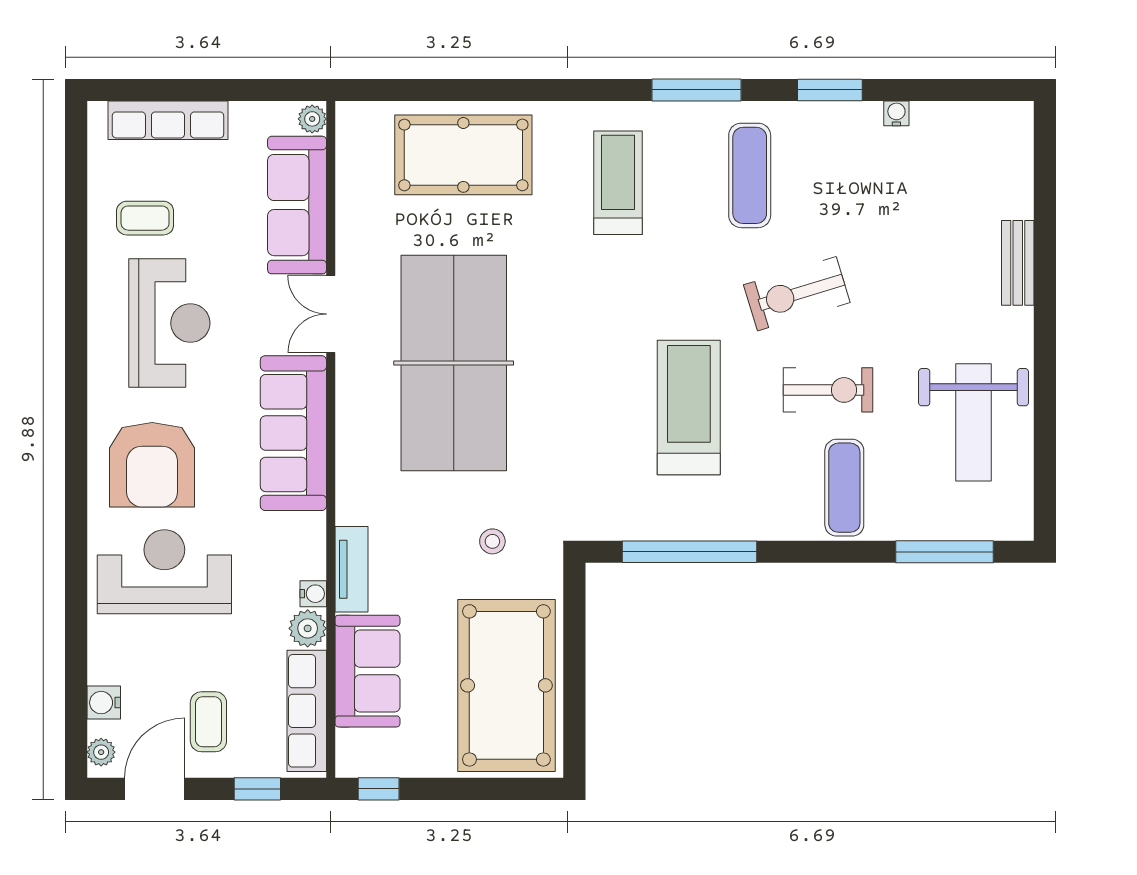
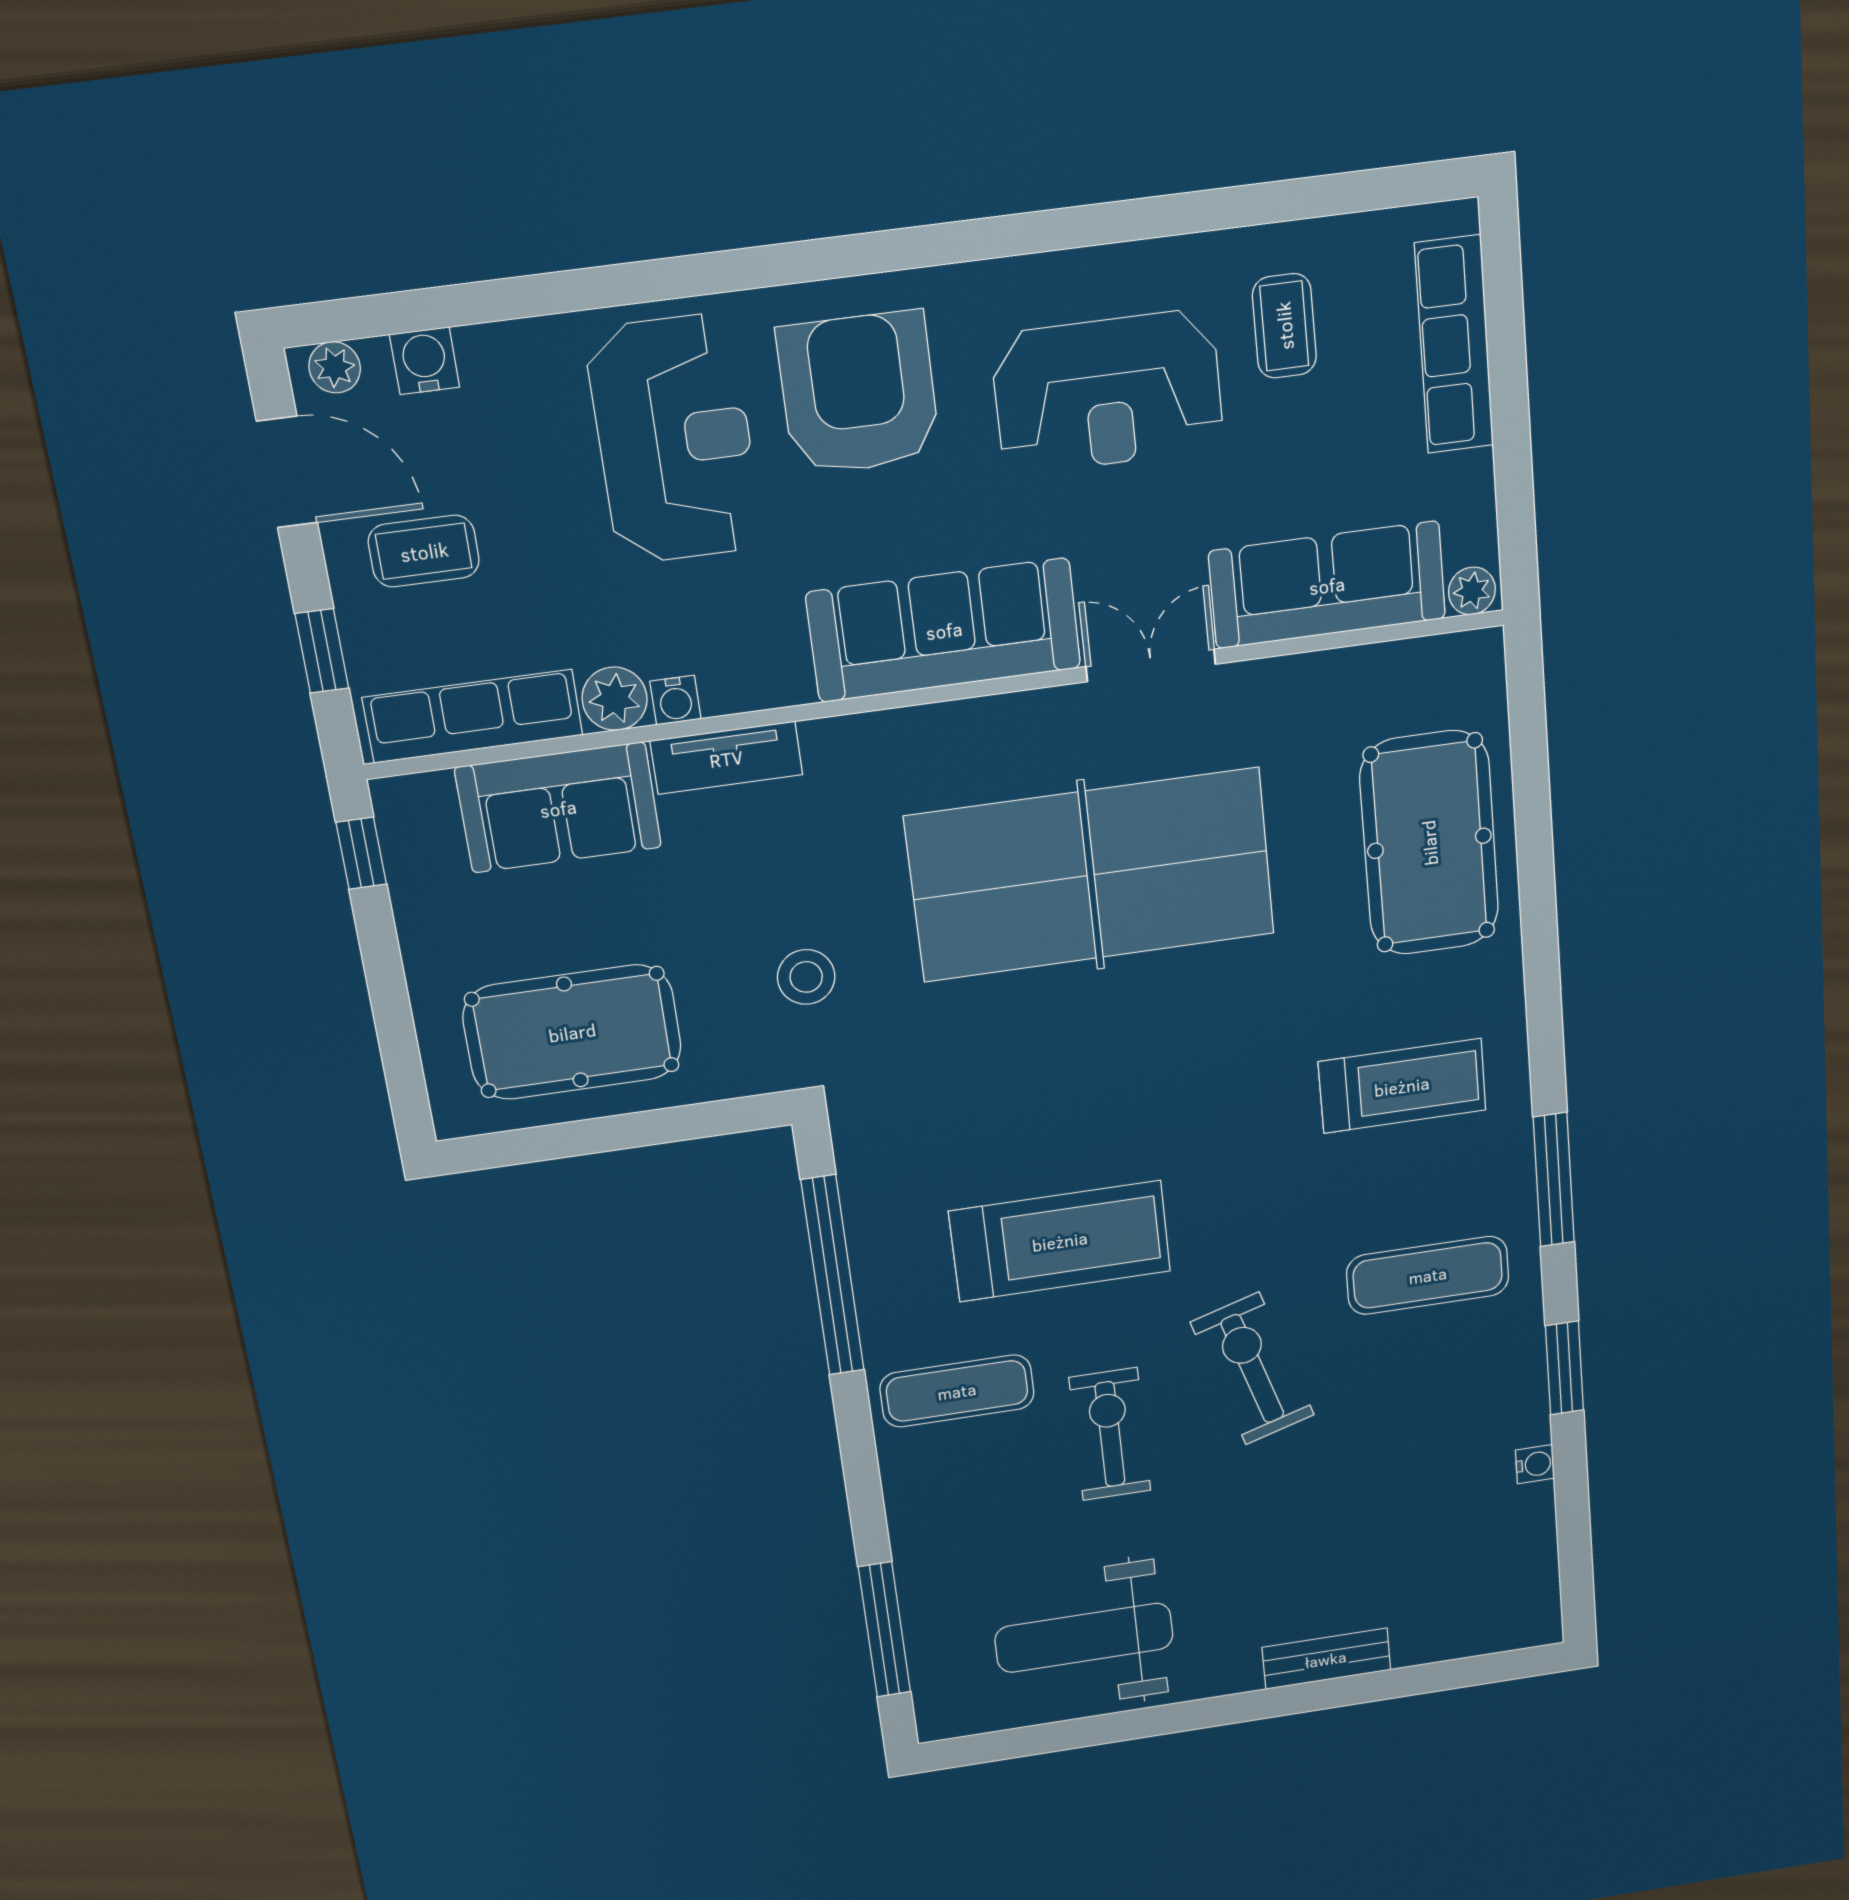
exercise bike: (828, 390) -> (1110, 1434), turned 180
armchair: (152, 465) -> (859, 393), turned 90
exercise mat: (844, 488) -> (957, 1391), moved
stool: (492, 541) -> (806, 977), width x1.37, depth x1.37
pool table: (506, 685) -> (572, 1032), width x0.73, depth x0.76

